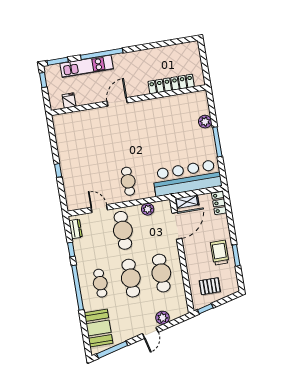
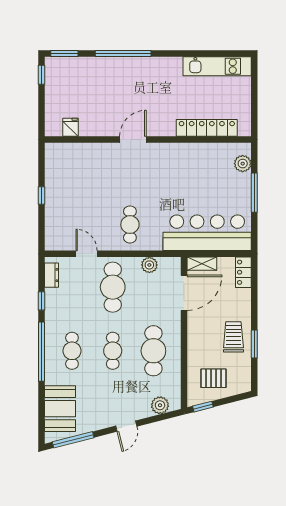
kitchen unit: (87, 66) -> (217, 66), moved
locker: (171, 84) -> (207, 128), moved
wall: (128, 100) -> (148, 140), moved
fridge: (69, 101) -> (71, 127), moved
door: (117, 102) -> (133, 140), moved
cafe table: (131, 278) -> (113, 351), width x0.73, depth x0.74
plant: (162, 318) -> (160, 405), moved

